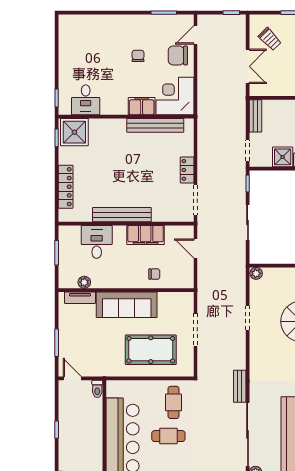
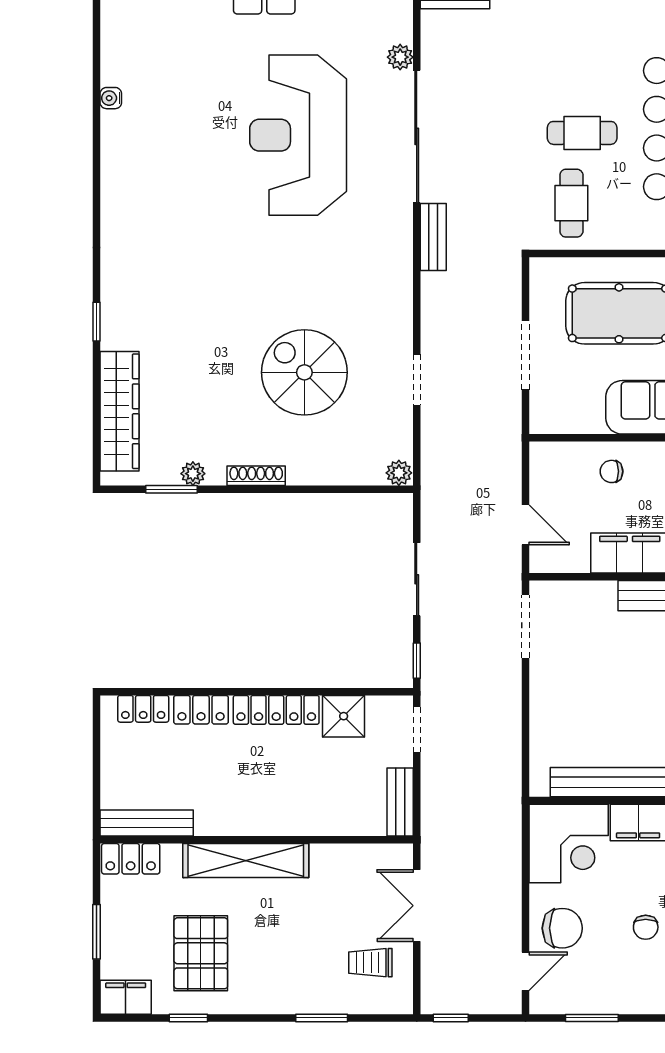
trolley: (270, 39) -> (370, 963), turned -46
locker: (187, 170) -> (543, 689), removed

